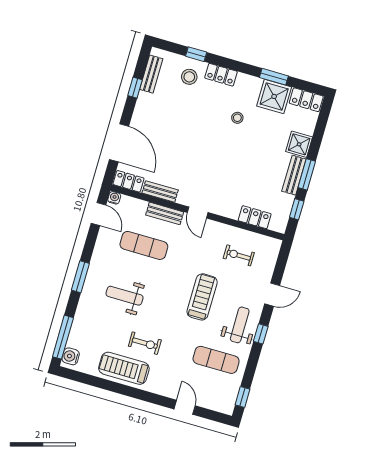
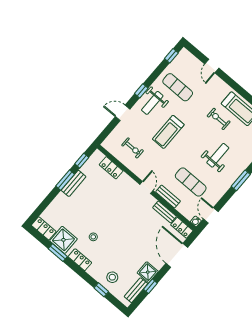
locker: (221, 75) -> (80, 260), moved
shower: (299, 144) -> (148, 272), moved
weight bench: (125, 296) -> (218, 155), turned -90

